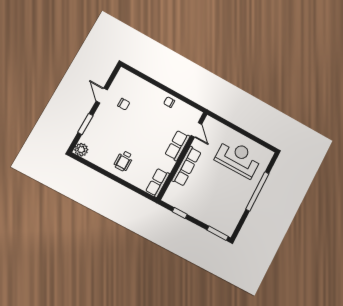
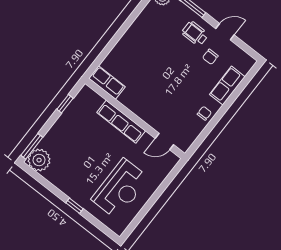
row of seats: (177, 145) -> (227, 86), moved, turned -90
wheelchair: (124, 161) -> (195, 34), moved
window: (257, 191) -> (75, 206), width x0.32
plant: (227, 225) -> (39, 160), added

